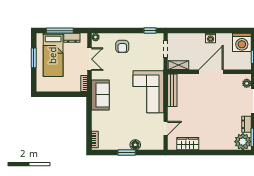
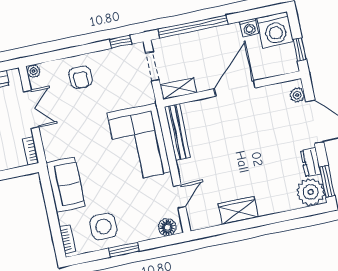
window: (194, 31) -> (193, 27), added
washing machine: (211, 38) -> (249, 28), moved
sofa: (100, 95) -> (65, 185), moved
side table: (117, 136) -> (103, 226), added
wardrobe: (188, 144) -> (238, 211), moved
floor lamp: (135, 145) -> (167, 227), moved

